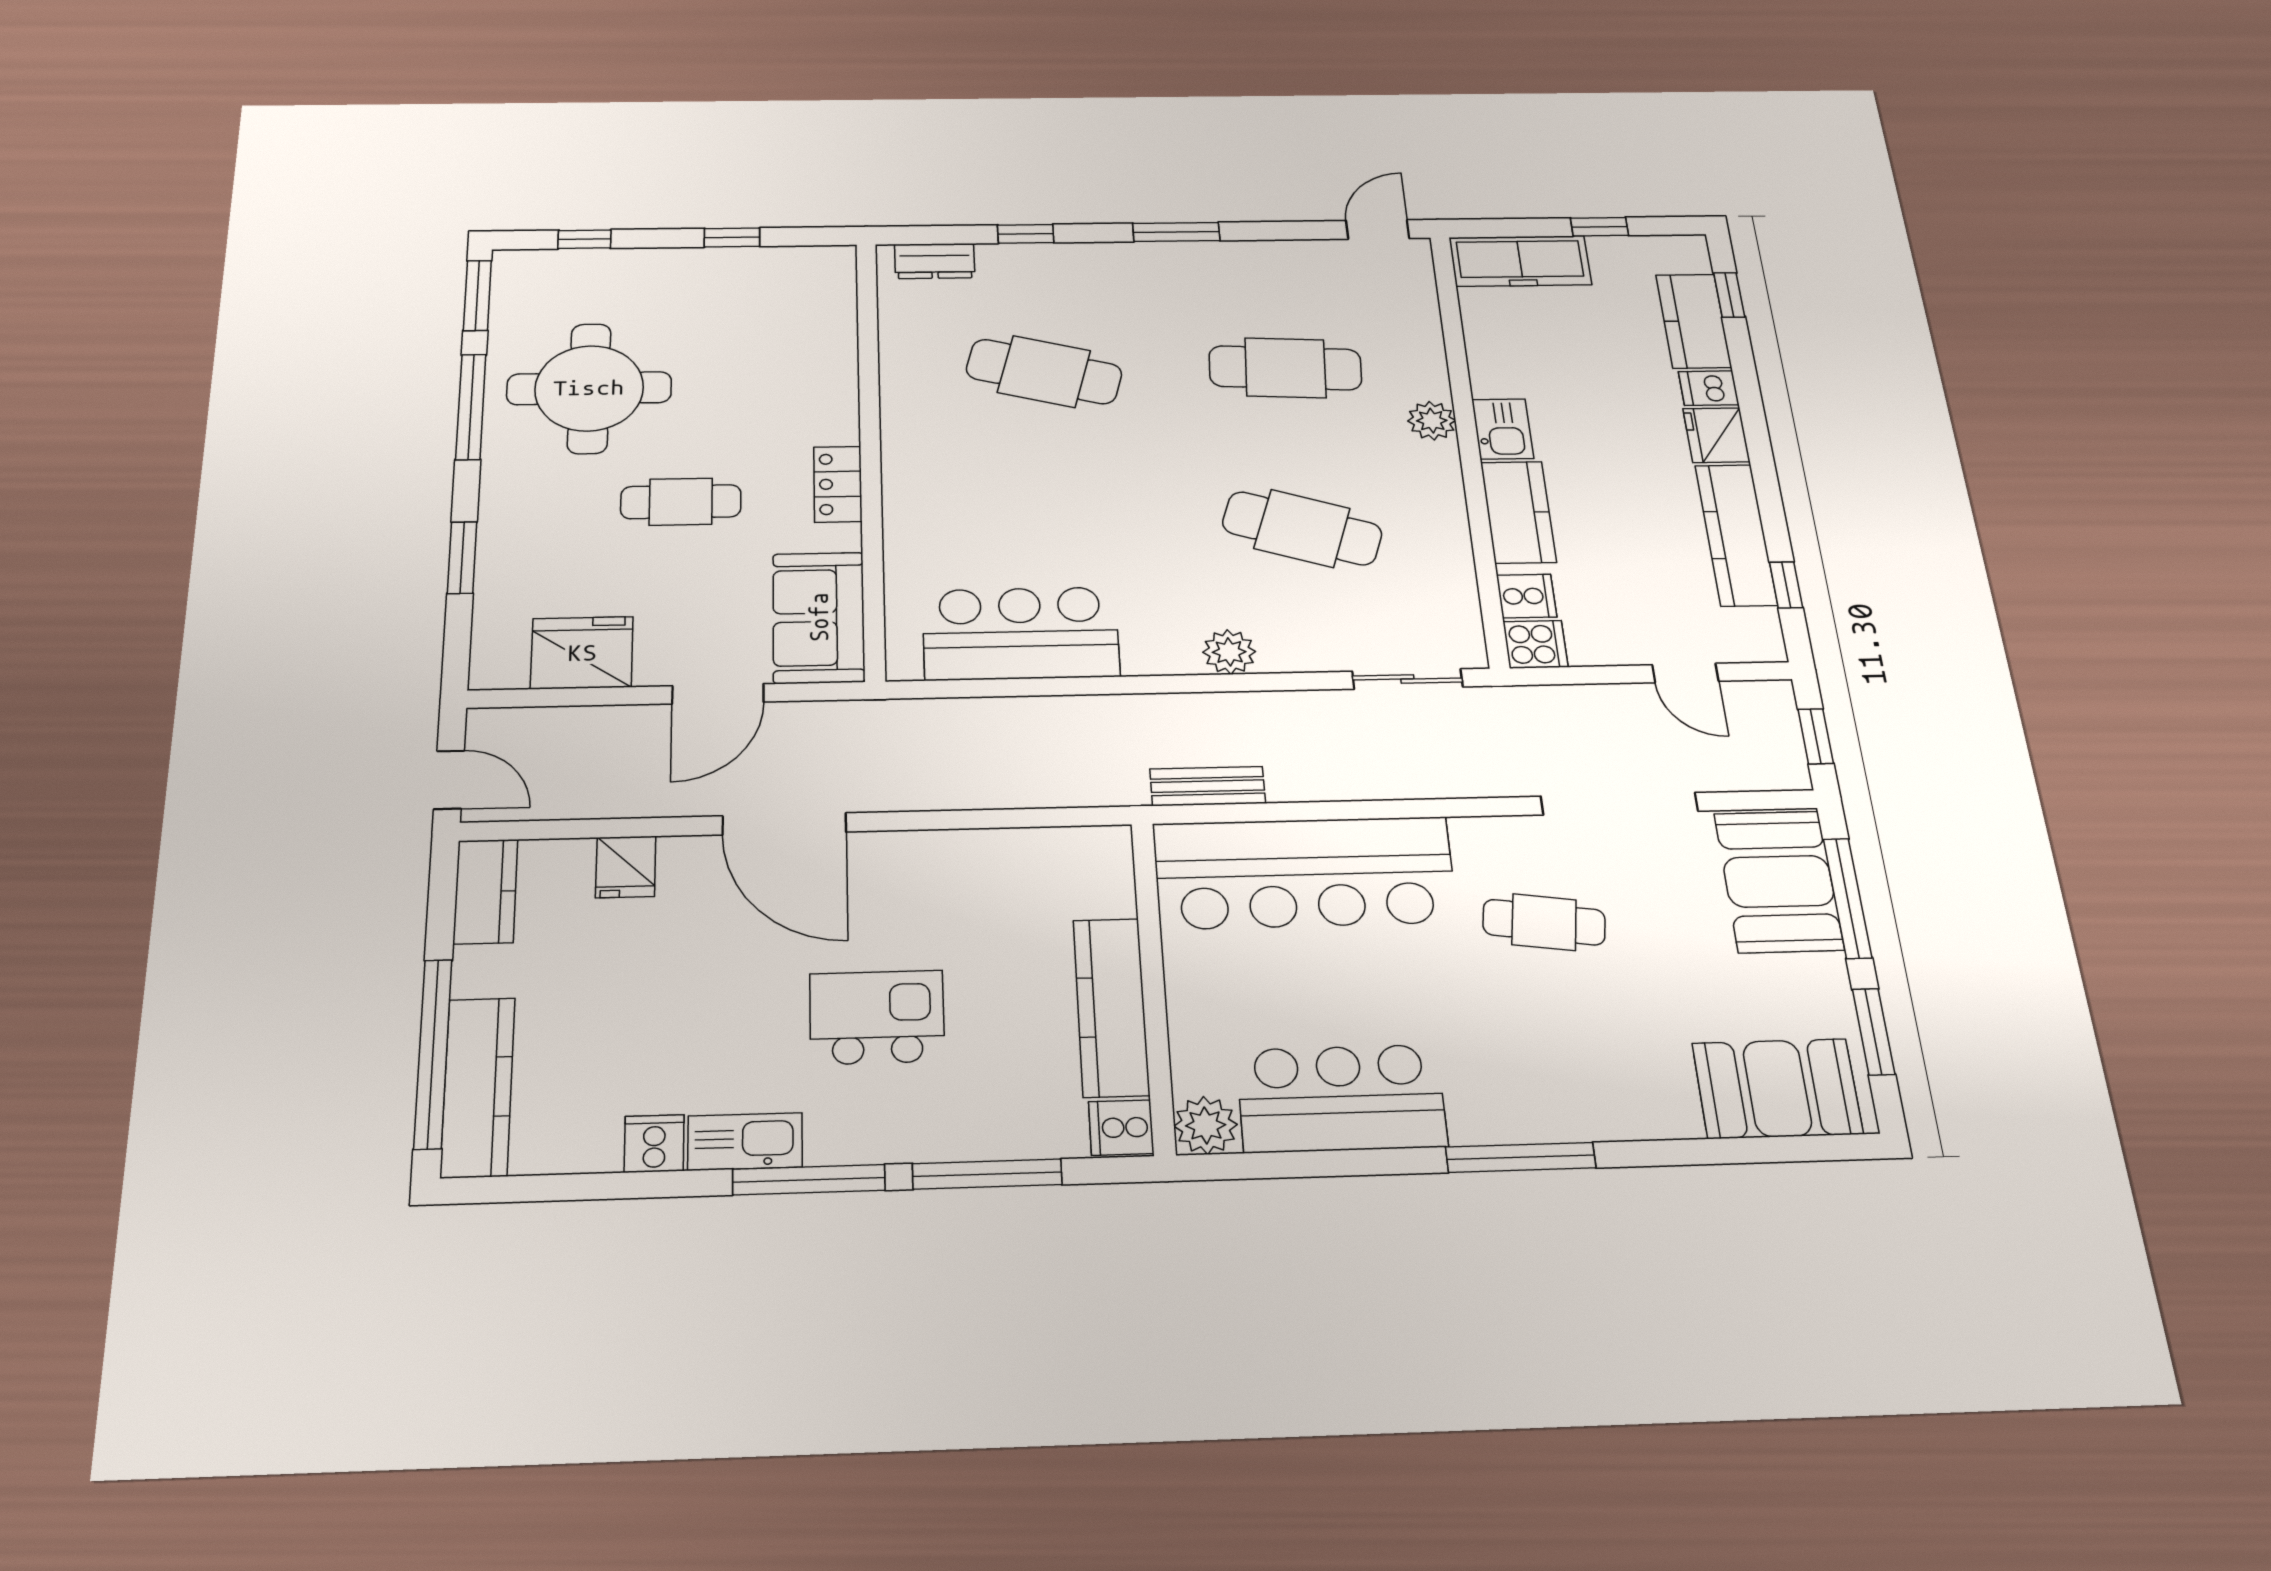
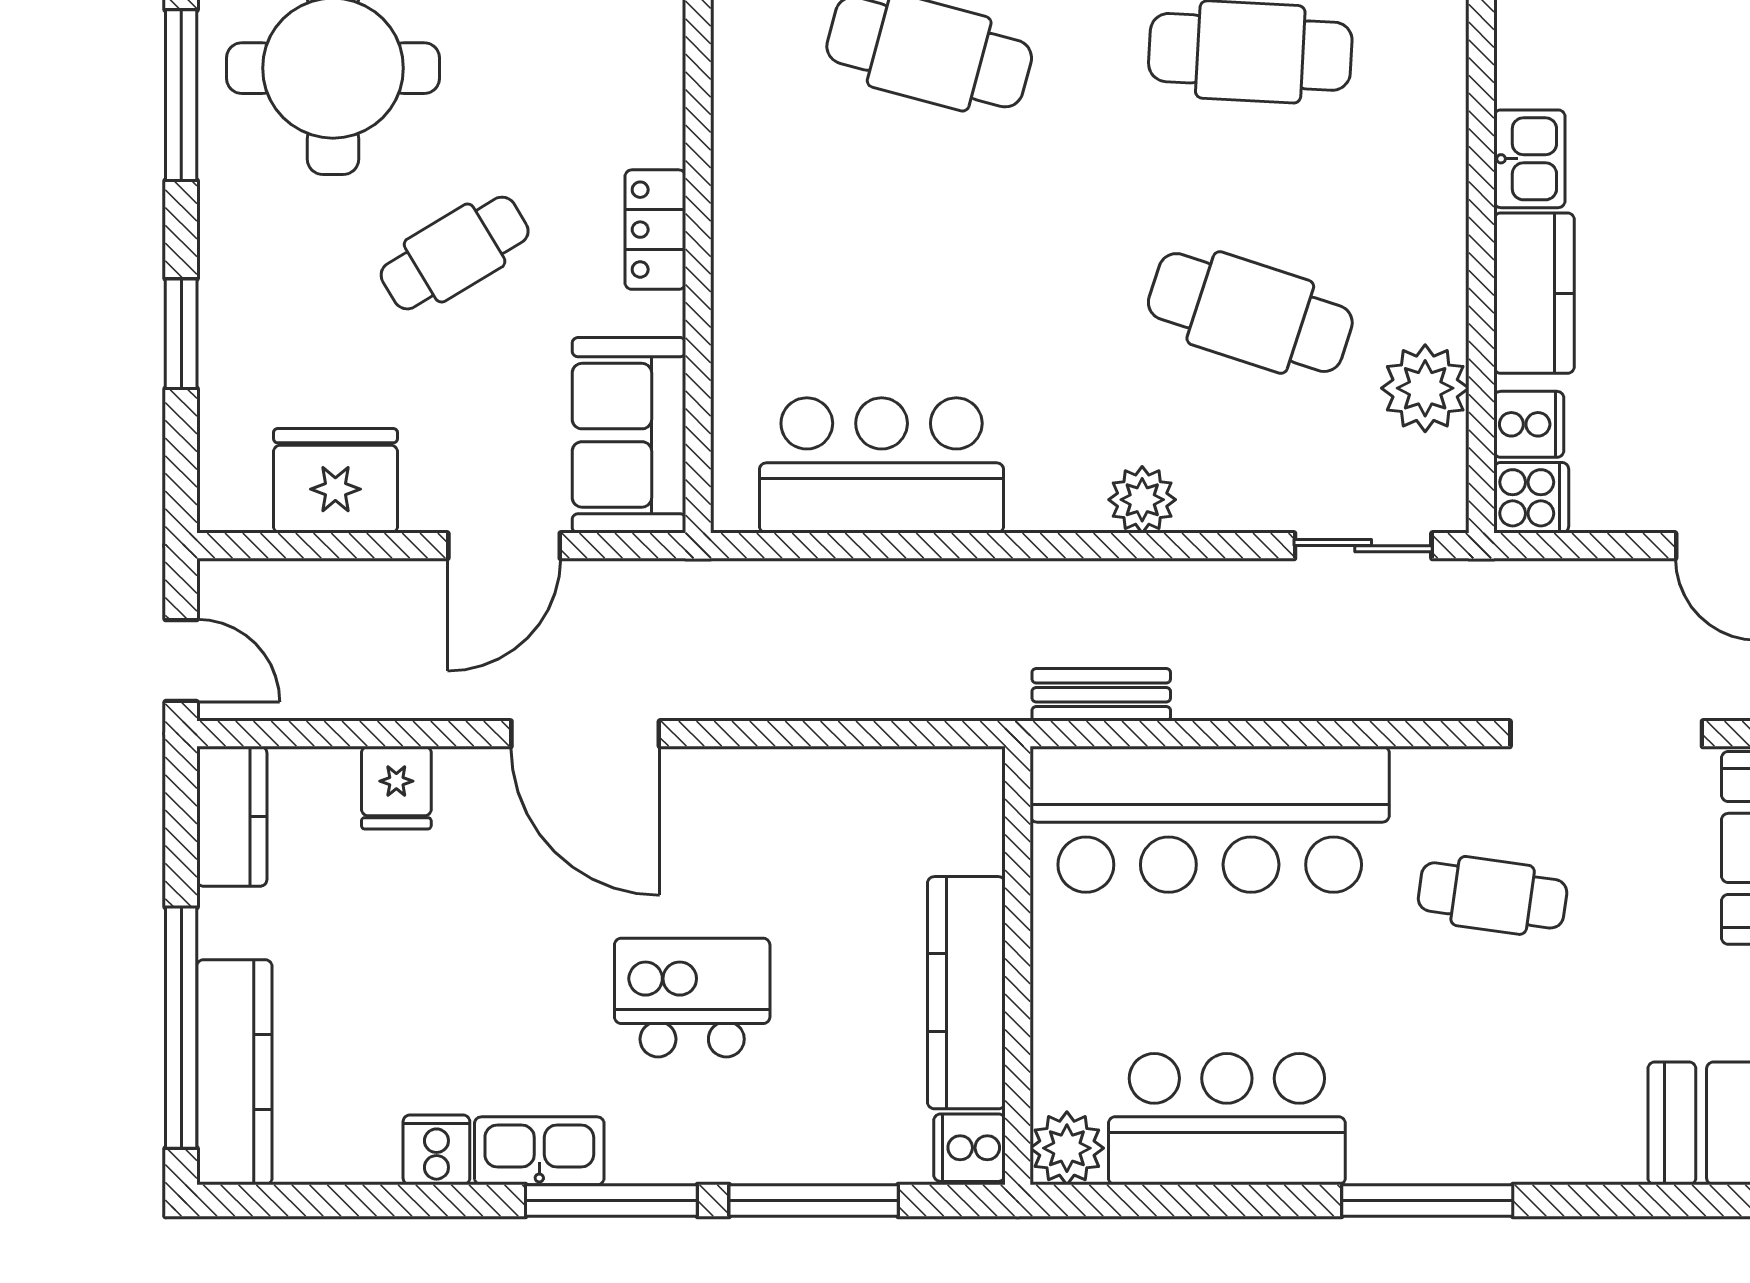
plant: (1432, 421) -> (1425, 388), moved, width x1.36, depth x1.36
cafe table: (681, 502) -> (455, 253), turned -31

